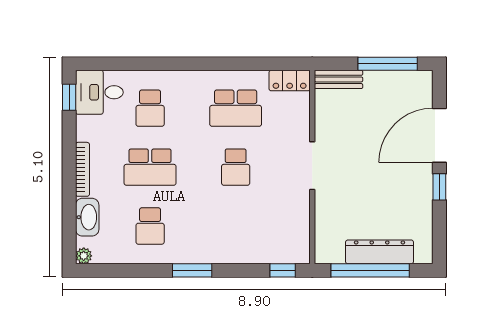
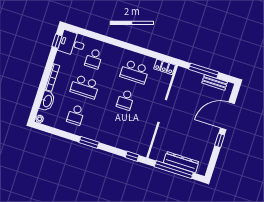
window: (388, 64) -> (204, 71), moved
bench: (339, 79) -> (215, 82), moved

